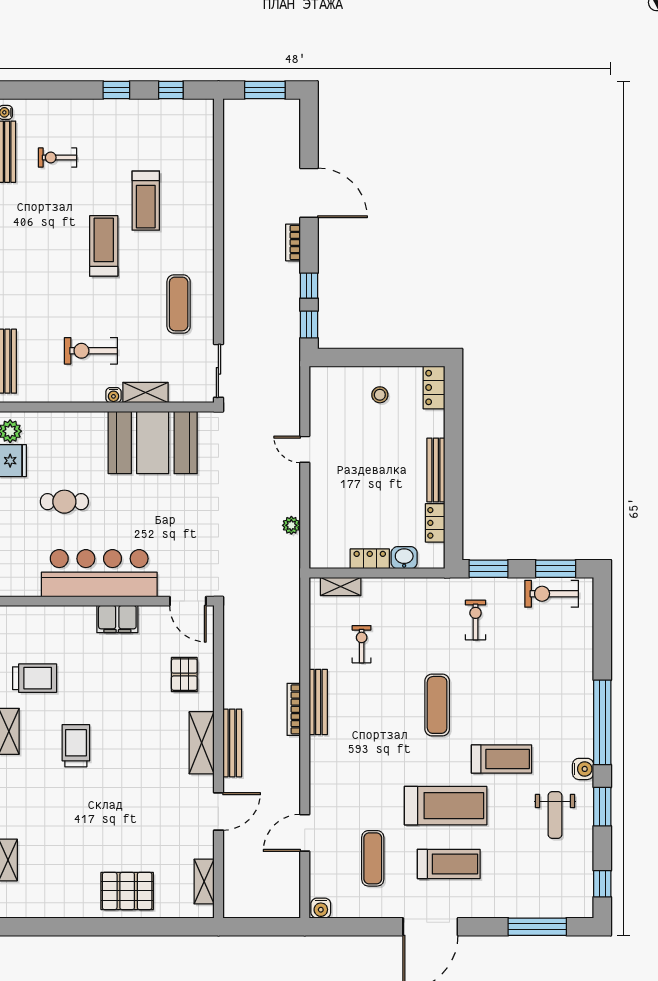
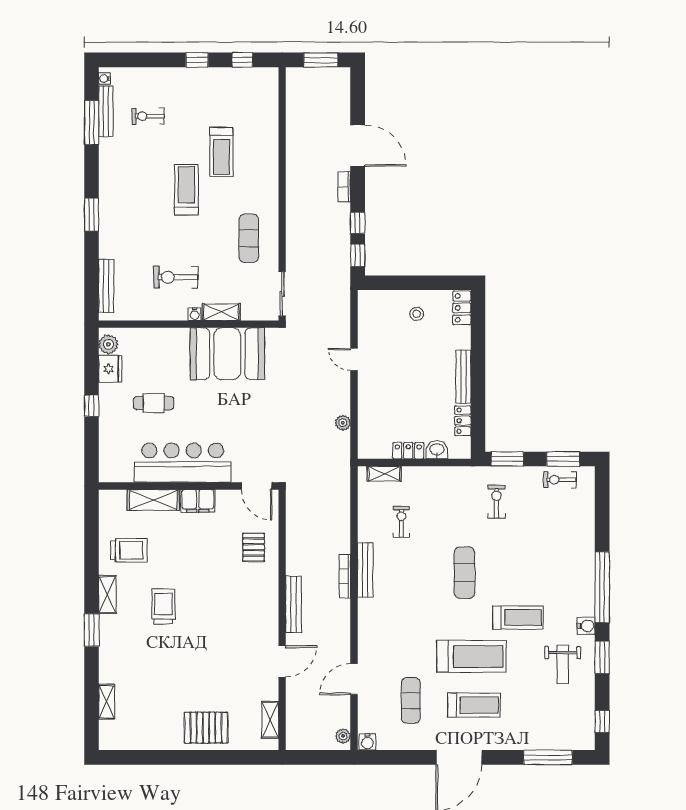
exercise bike: (552, 594) -> (560, 480), width x0.73, depth x0.72
shelving: (202, 743) -> (153, 500), moved, turned 90
plant: (292, 901) -> (343, 736), added

